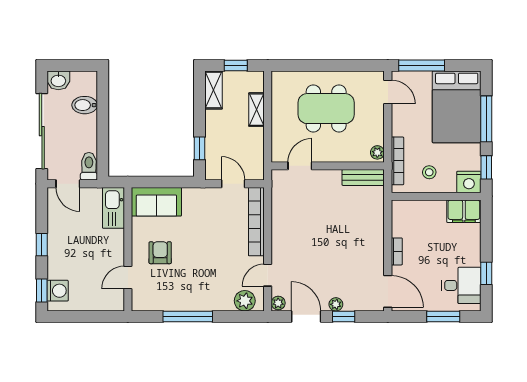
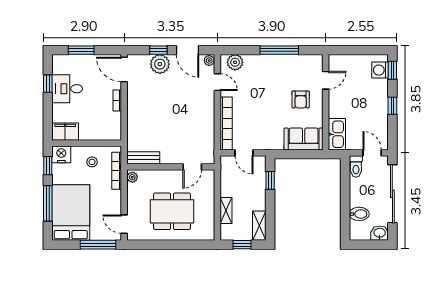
door: (268, 275) -> (217, 82), hinge flipped
desk: (461, 285) -> (67, 89), moved
plant: (336, 304) -> (160, 64), width x1.88, depth x1.88

